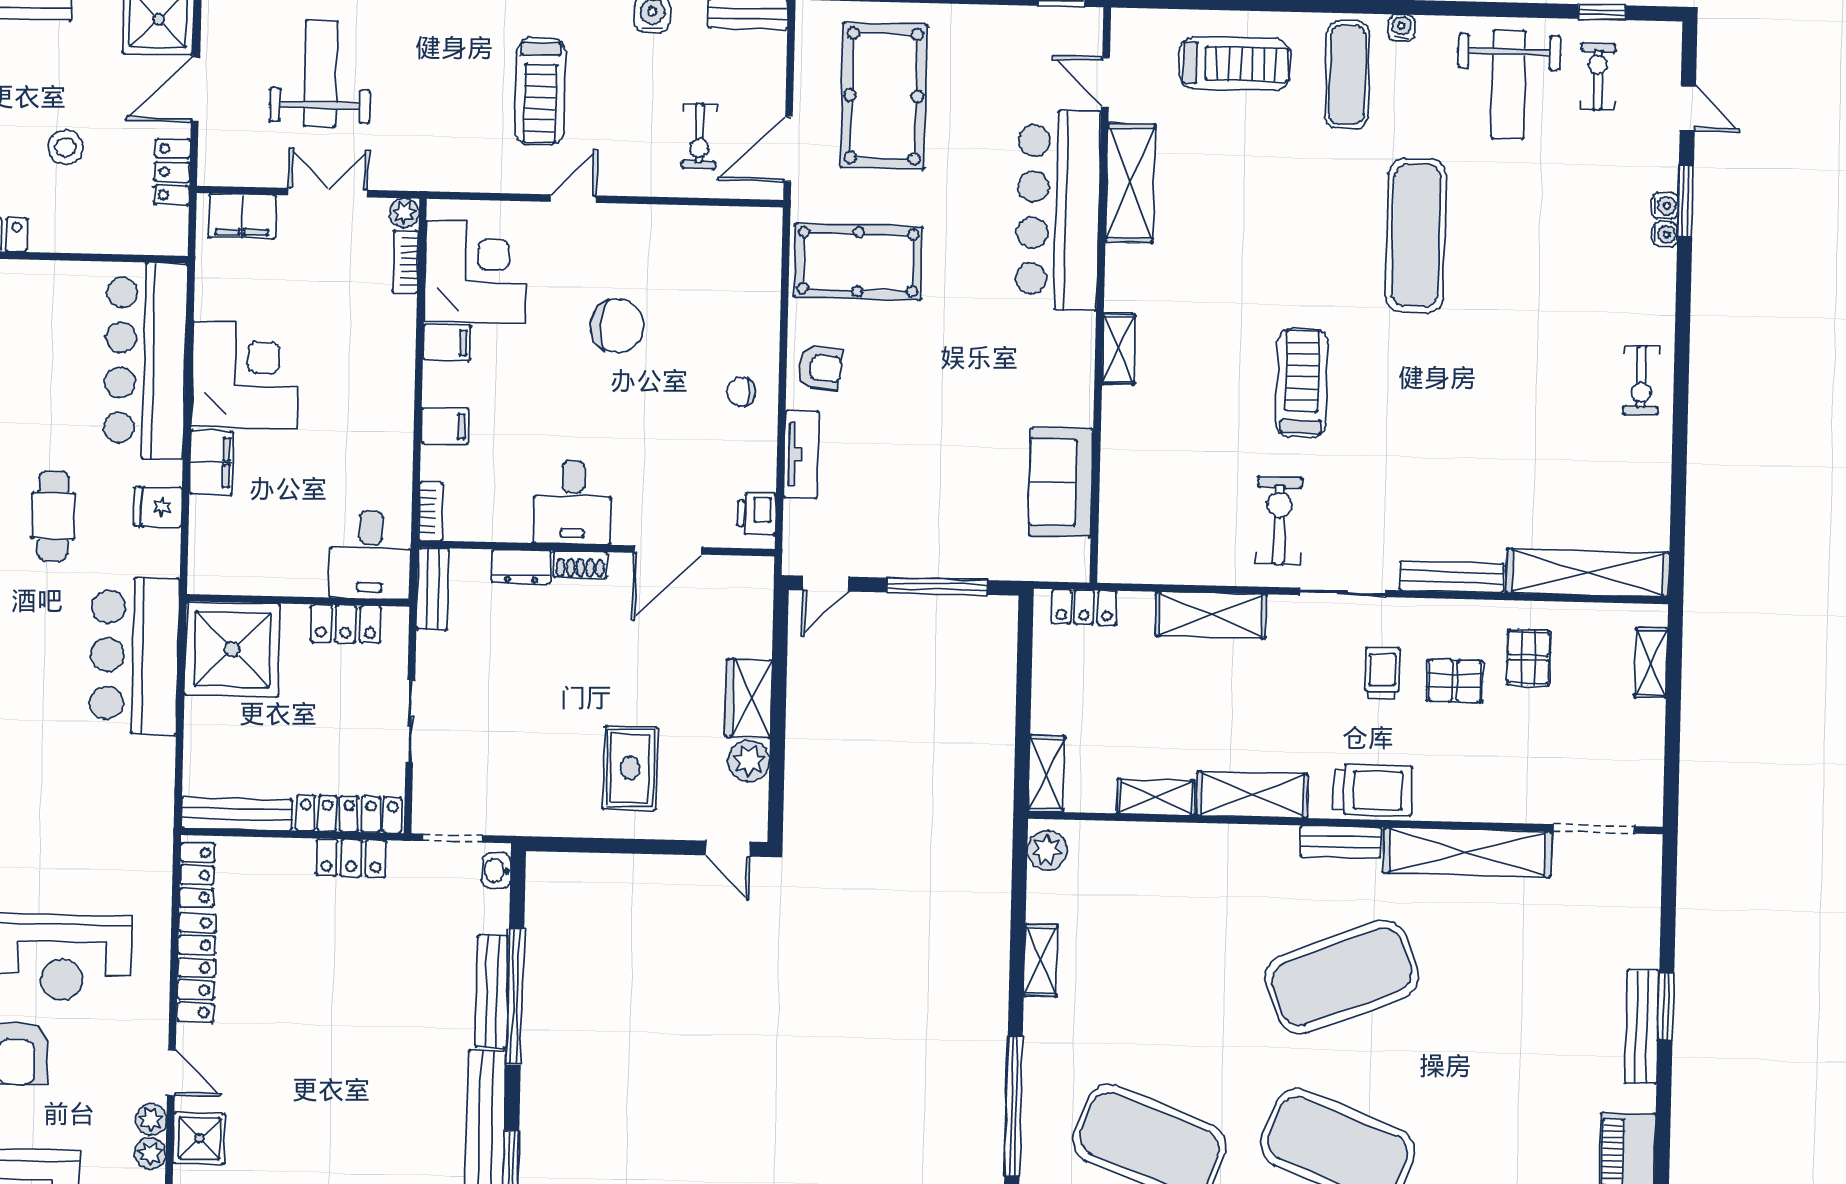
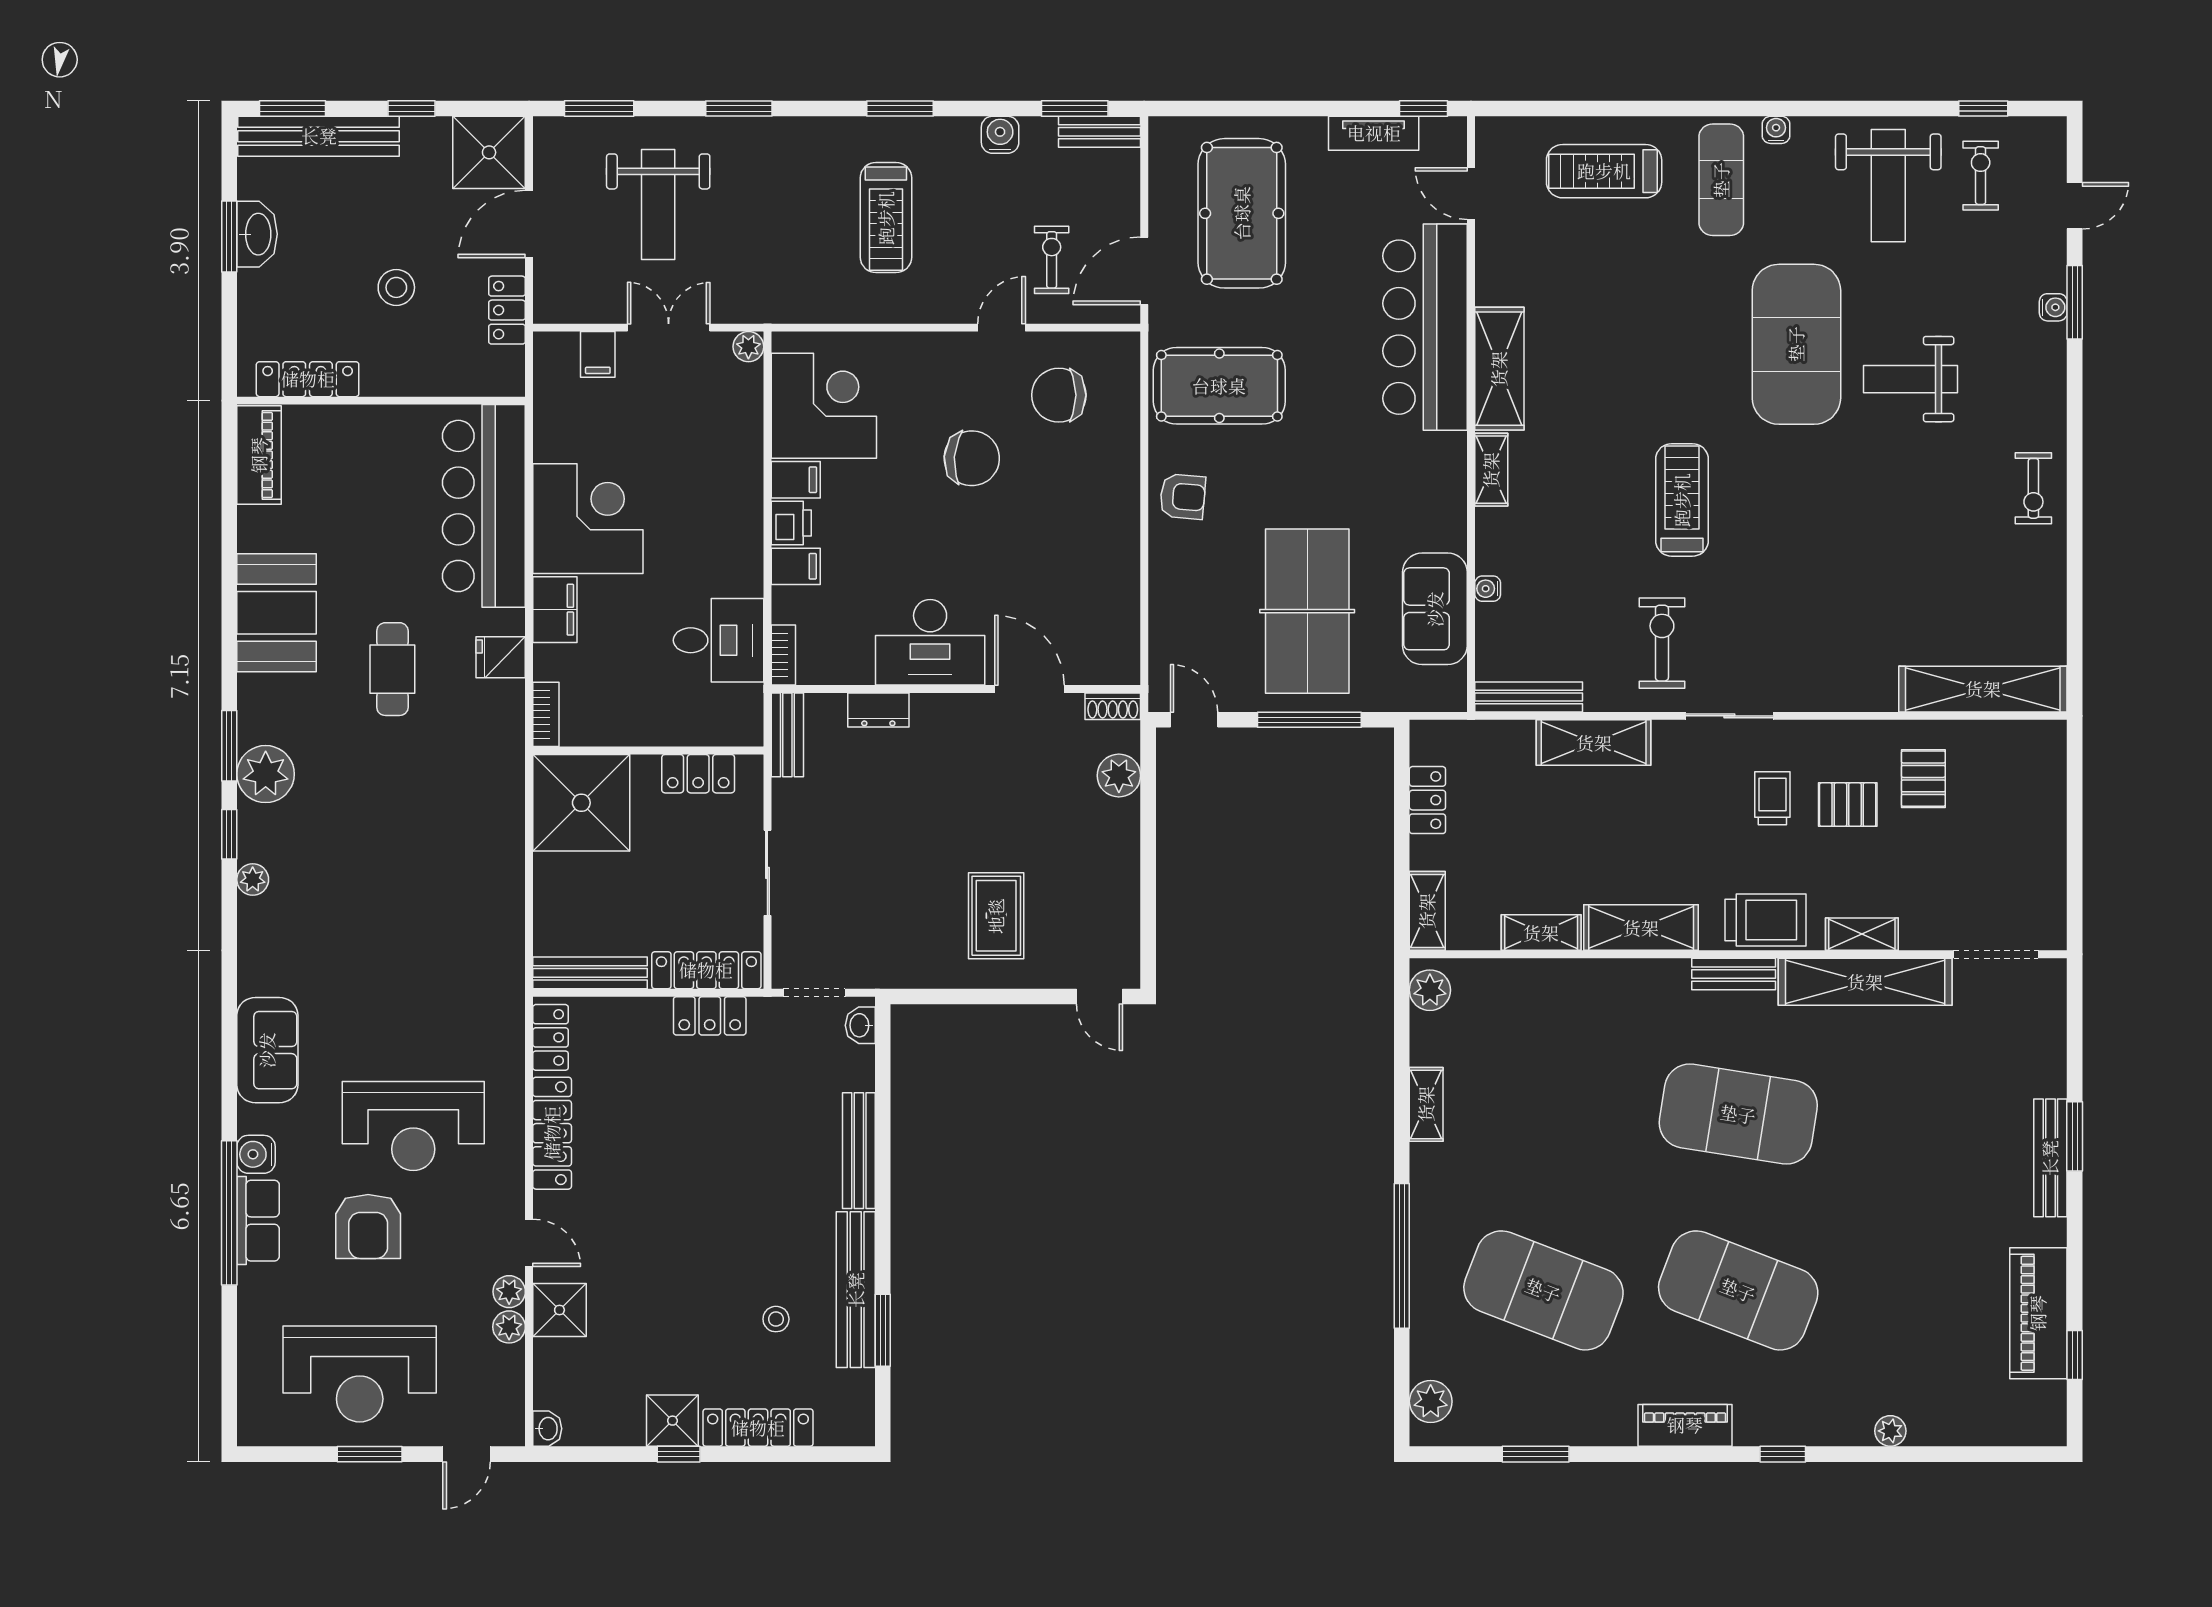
treadmill: (1234, 64) -> (1604, 171), turned 180
weight bench: (321, 74) -> (658, 204), turned 180
door: (1688, 108) -> (2075, 206), hinge flipped
exercise bike: (699, 136) -> (1052, 260), turned 180
shelving: (1130, 183) -> (1499, 369), moved
door: (573, 199) -> (1002, 328), moved
filing cabinet: (242, 216) -> (598, 354), width x0.50
water cooler: (1665, 234) -> (1488, 589), moved, turned 180
exercise mat: (1416, 235) -> (1796, 344), width x1.47
bookcase: (405, 262) -> (546, 714), moved, turned 180
weight bench: (1525, 272) -> (1910, 379), added
chair: (741, 392) -> (1059, 395), moved, width x1.87, depth x1.87
tv unit: (801, 454) -> (1374, 133), moved, turned 90
table tennis table: (937, 481) -> (1307, 611), added
desk: (573, 503) -> (930, 642), width x1.37
printer: (756, 514) -> (791, 523), moved, turned 180
door: (668, 550) -> (1029, 689), swing flipped
desk: (370, 555) -> (719, 640), moved, turned -90
shoe rack: (580, 565) -> (1113, 706), moved
bench: (1452, 577) -> (1529, 697), moved
door: (826, 584) -> (1194, 720), swing flipped
locker: (1084, 607) -> (1427, 800), moved, turned -90
bar counter: (134, 656) -> (480, 812), removed
shelving: (1651, 663) -> (1862, 934), moved, turned 90
wardrobe: (748, 698) -> (1117, 840), removed
plant: (749, 761) -> (1119, 776), moved
exercise mat: (1342, 977) -> (1738, 1114), turned 30
window: (515, 997) -> (883, 1155), removed
stool: (408, 1152) -> (776, 1319), added

